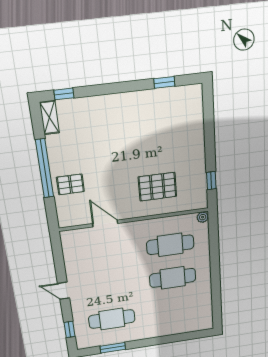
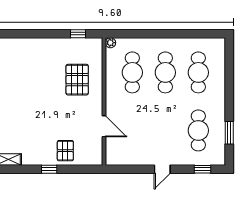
window: (45, 169) -> (49, 169), width x0.32
door: (105, 224) -> (104, 126), swing flipped
cafe table: (175, 309) -> (198, 72), added

